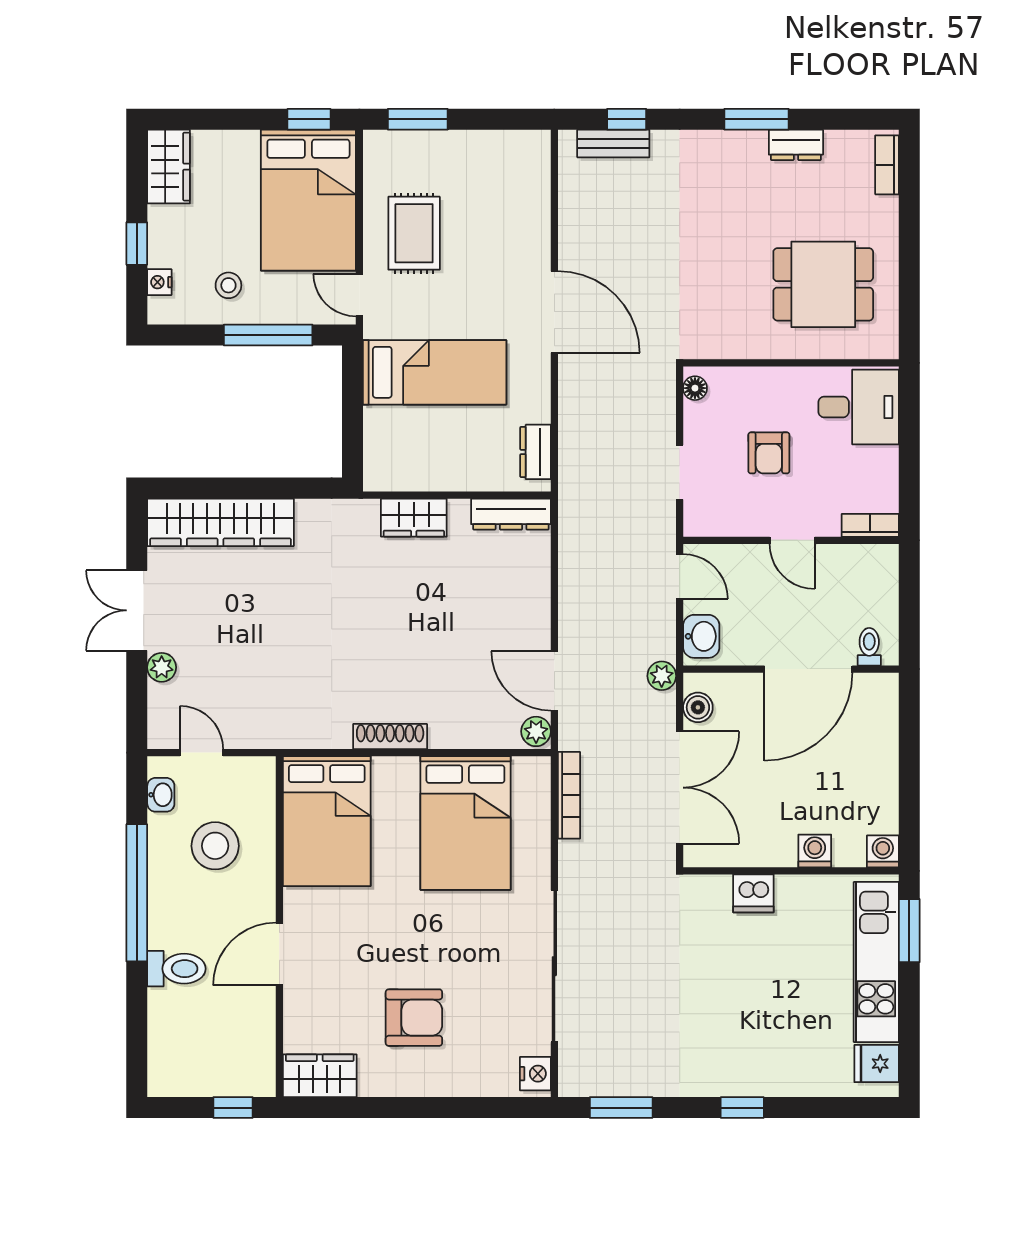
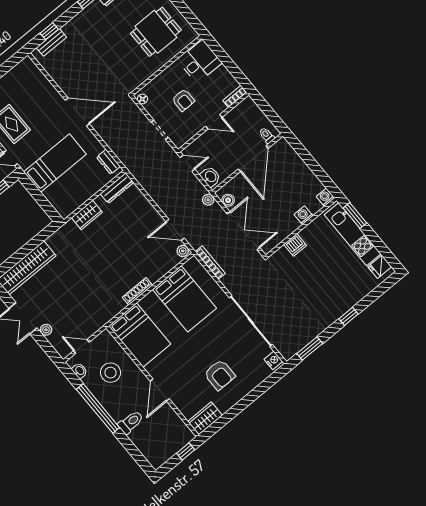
armchair: (414, 1018) -> (220, 375), turned 90

